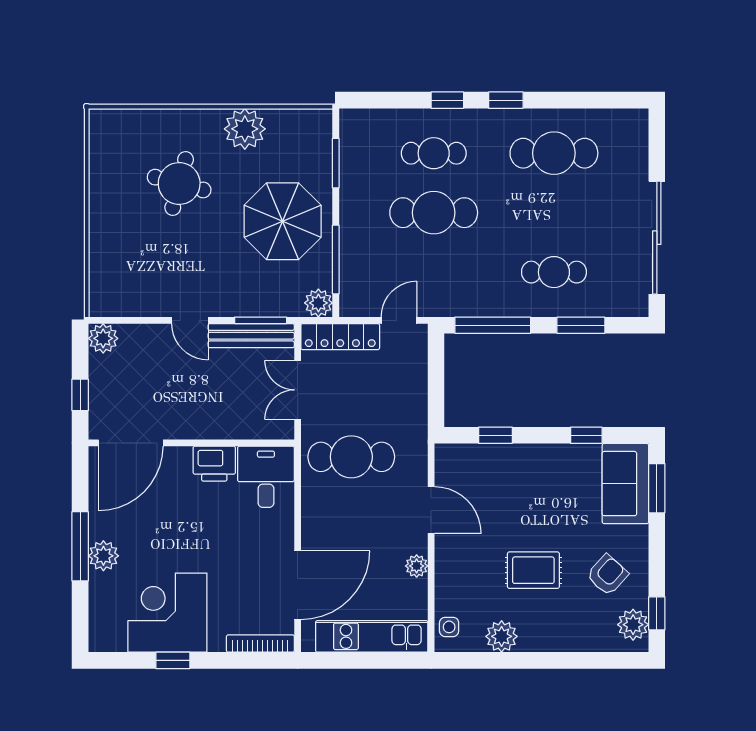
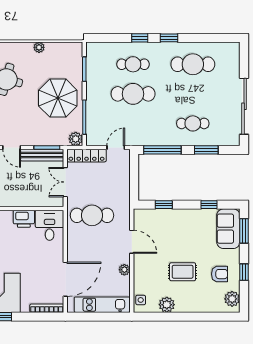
plant: (245, 129) -> (39, 47), width x0.53, depth x0.53
armchair: (607, 575) -> (219, 274), turned 48
window: (657, 613) -> (244, 272), moved

